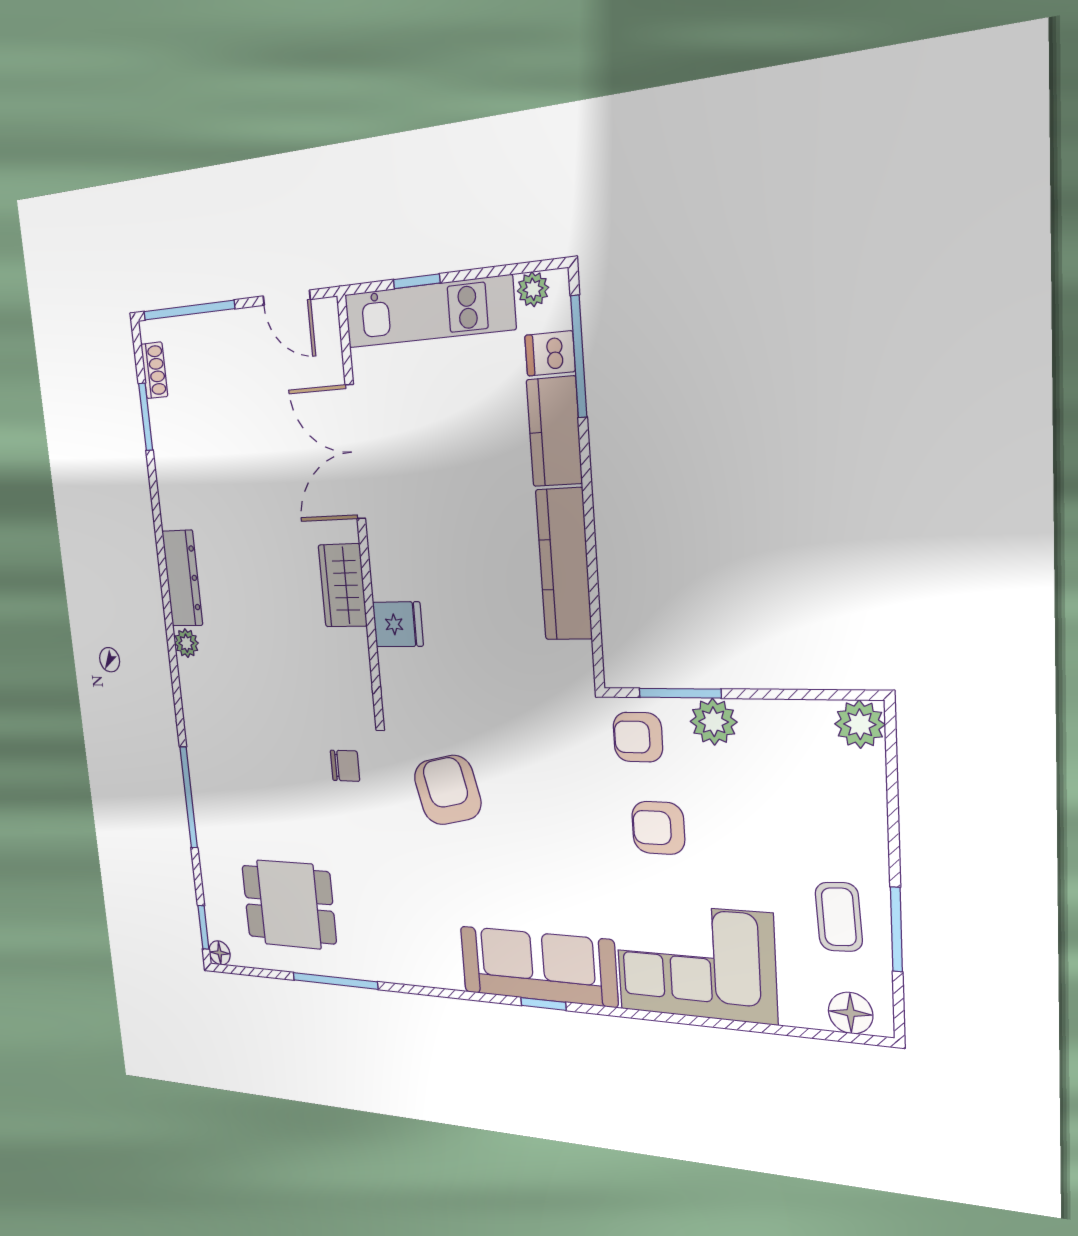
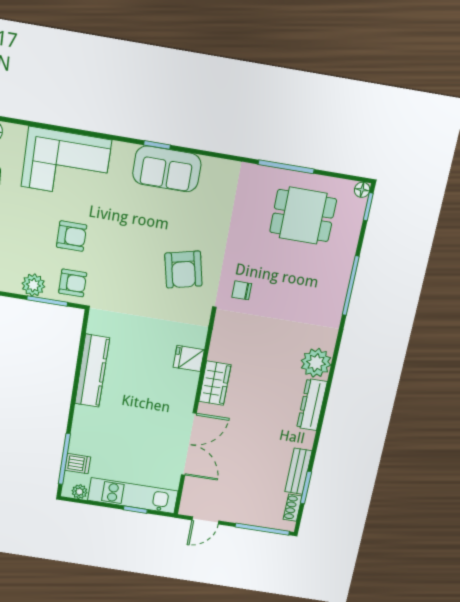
door: (287, 298) -> (205, 520), swing flipped
kitchen counter: (554, 432) -> (83, 430), removed
bench: (166, 446) -> (298, 471), added
plant: (186, 643) -> (316, 363), width x1.87, depth x1.87
sofa: (538, 966) -> (167, 169), width x0.73

